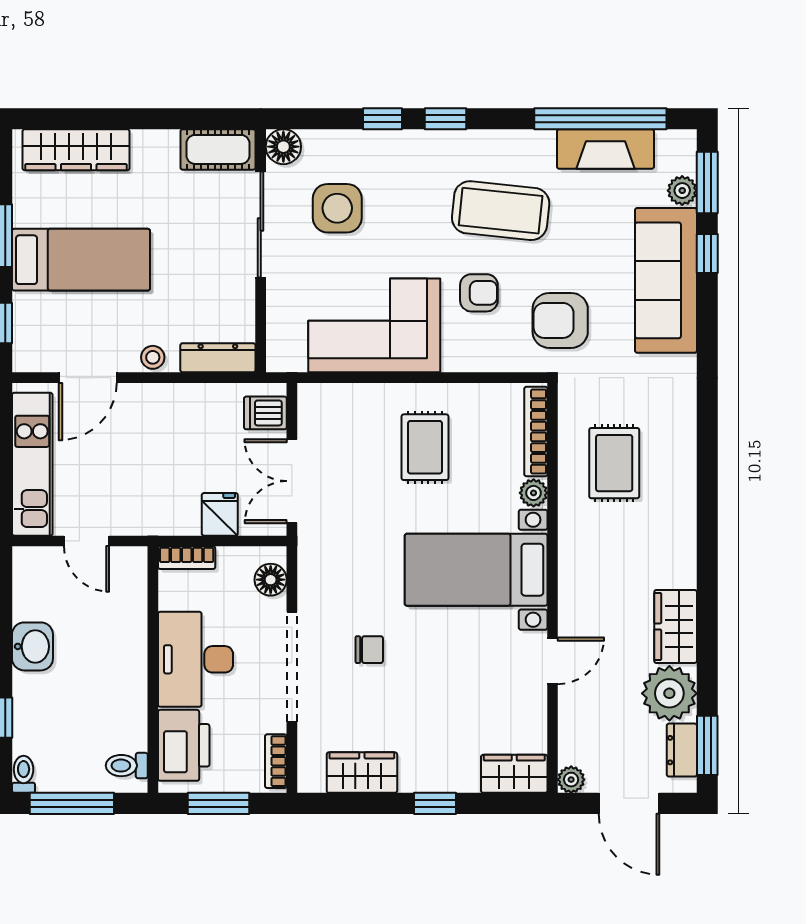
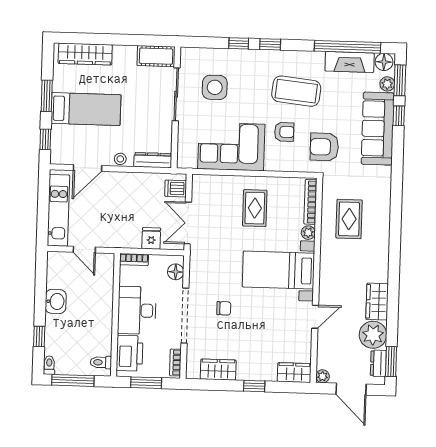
floor lamp: (283, 147) -> (384, 62), moved

